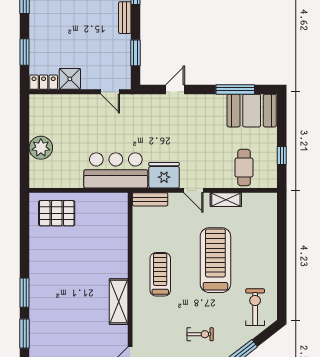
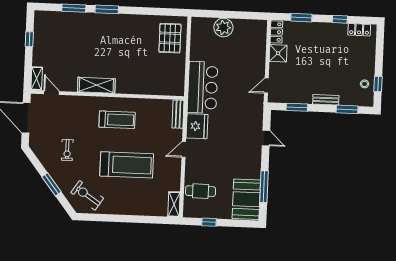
shelving: (226, 200) -> (174, 204), moved
exercise bike: (255, 307) -> (87, 195), turned -146

